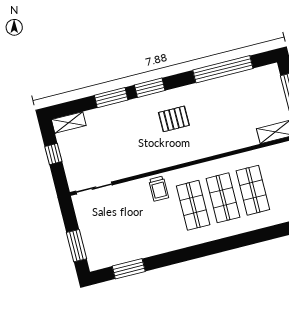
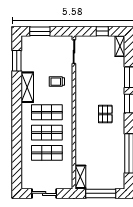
trolley: (159, 189) -> (57, 82), moved
shelving: (164, 244) -> (27, 87), added

